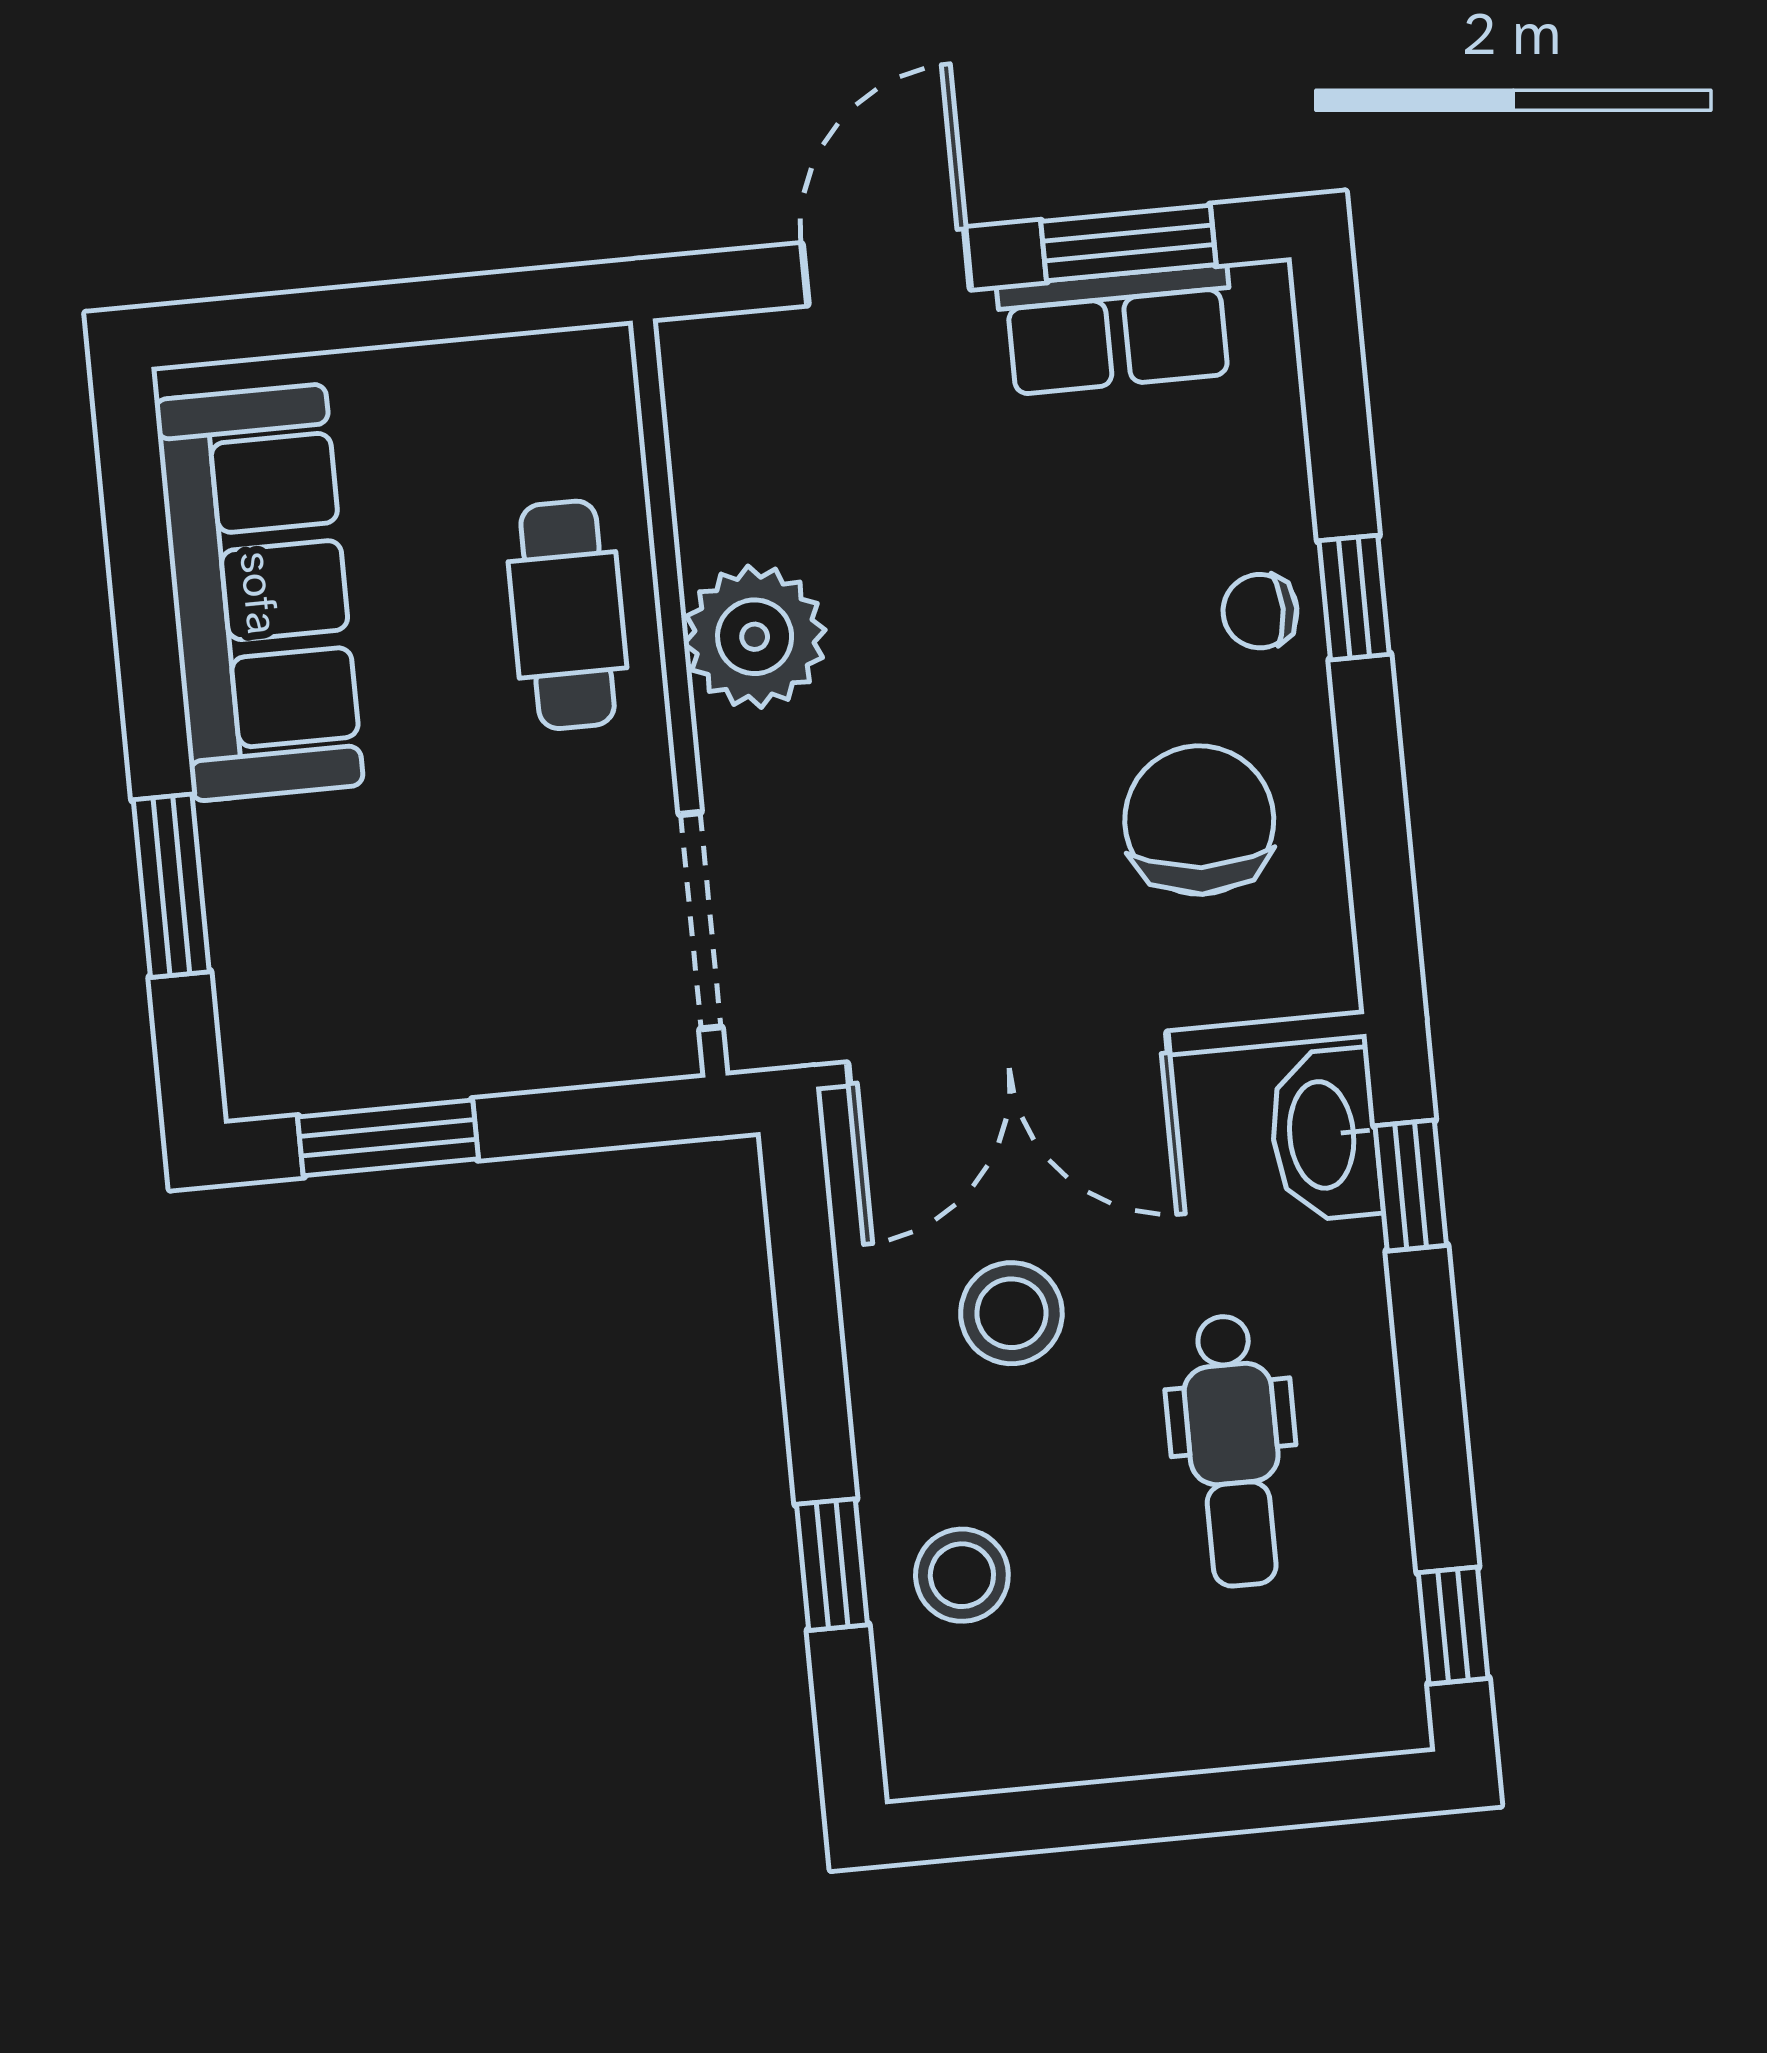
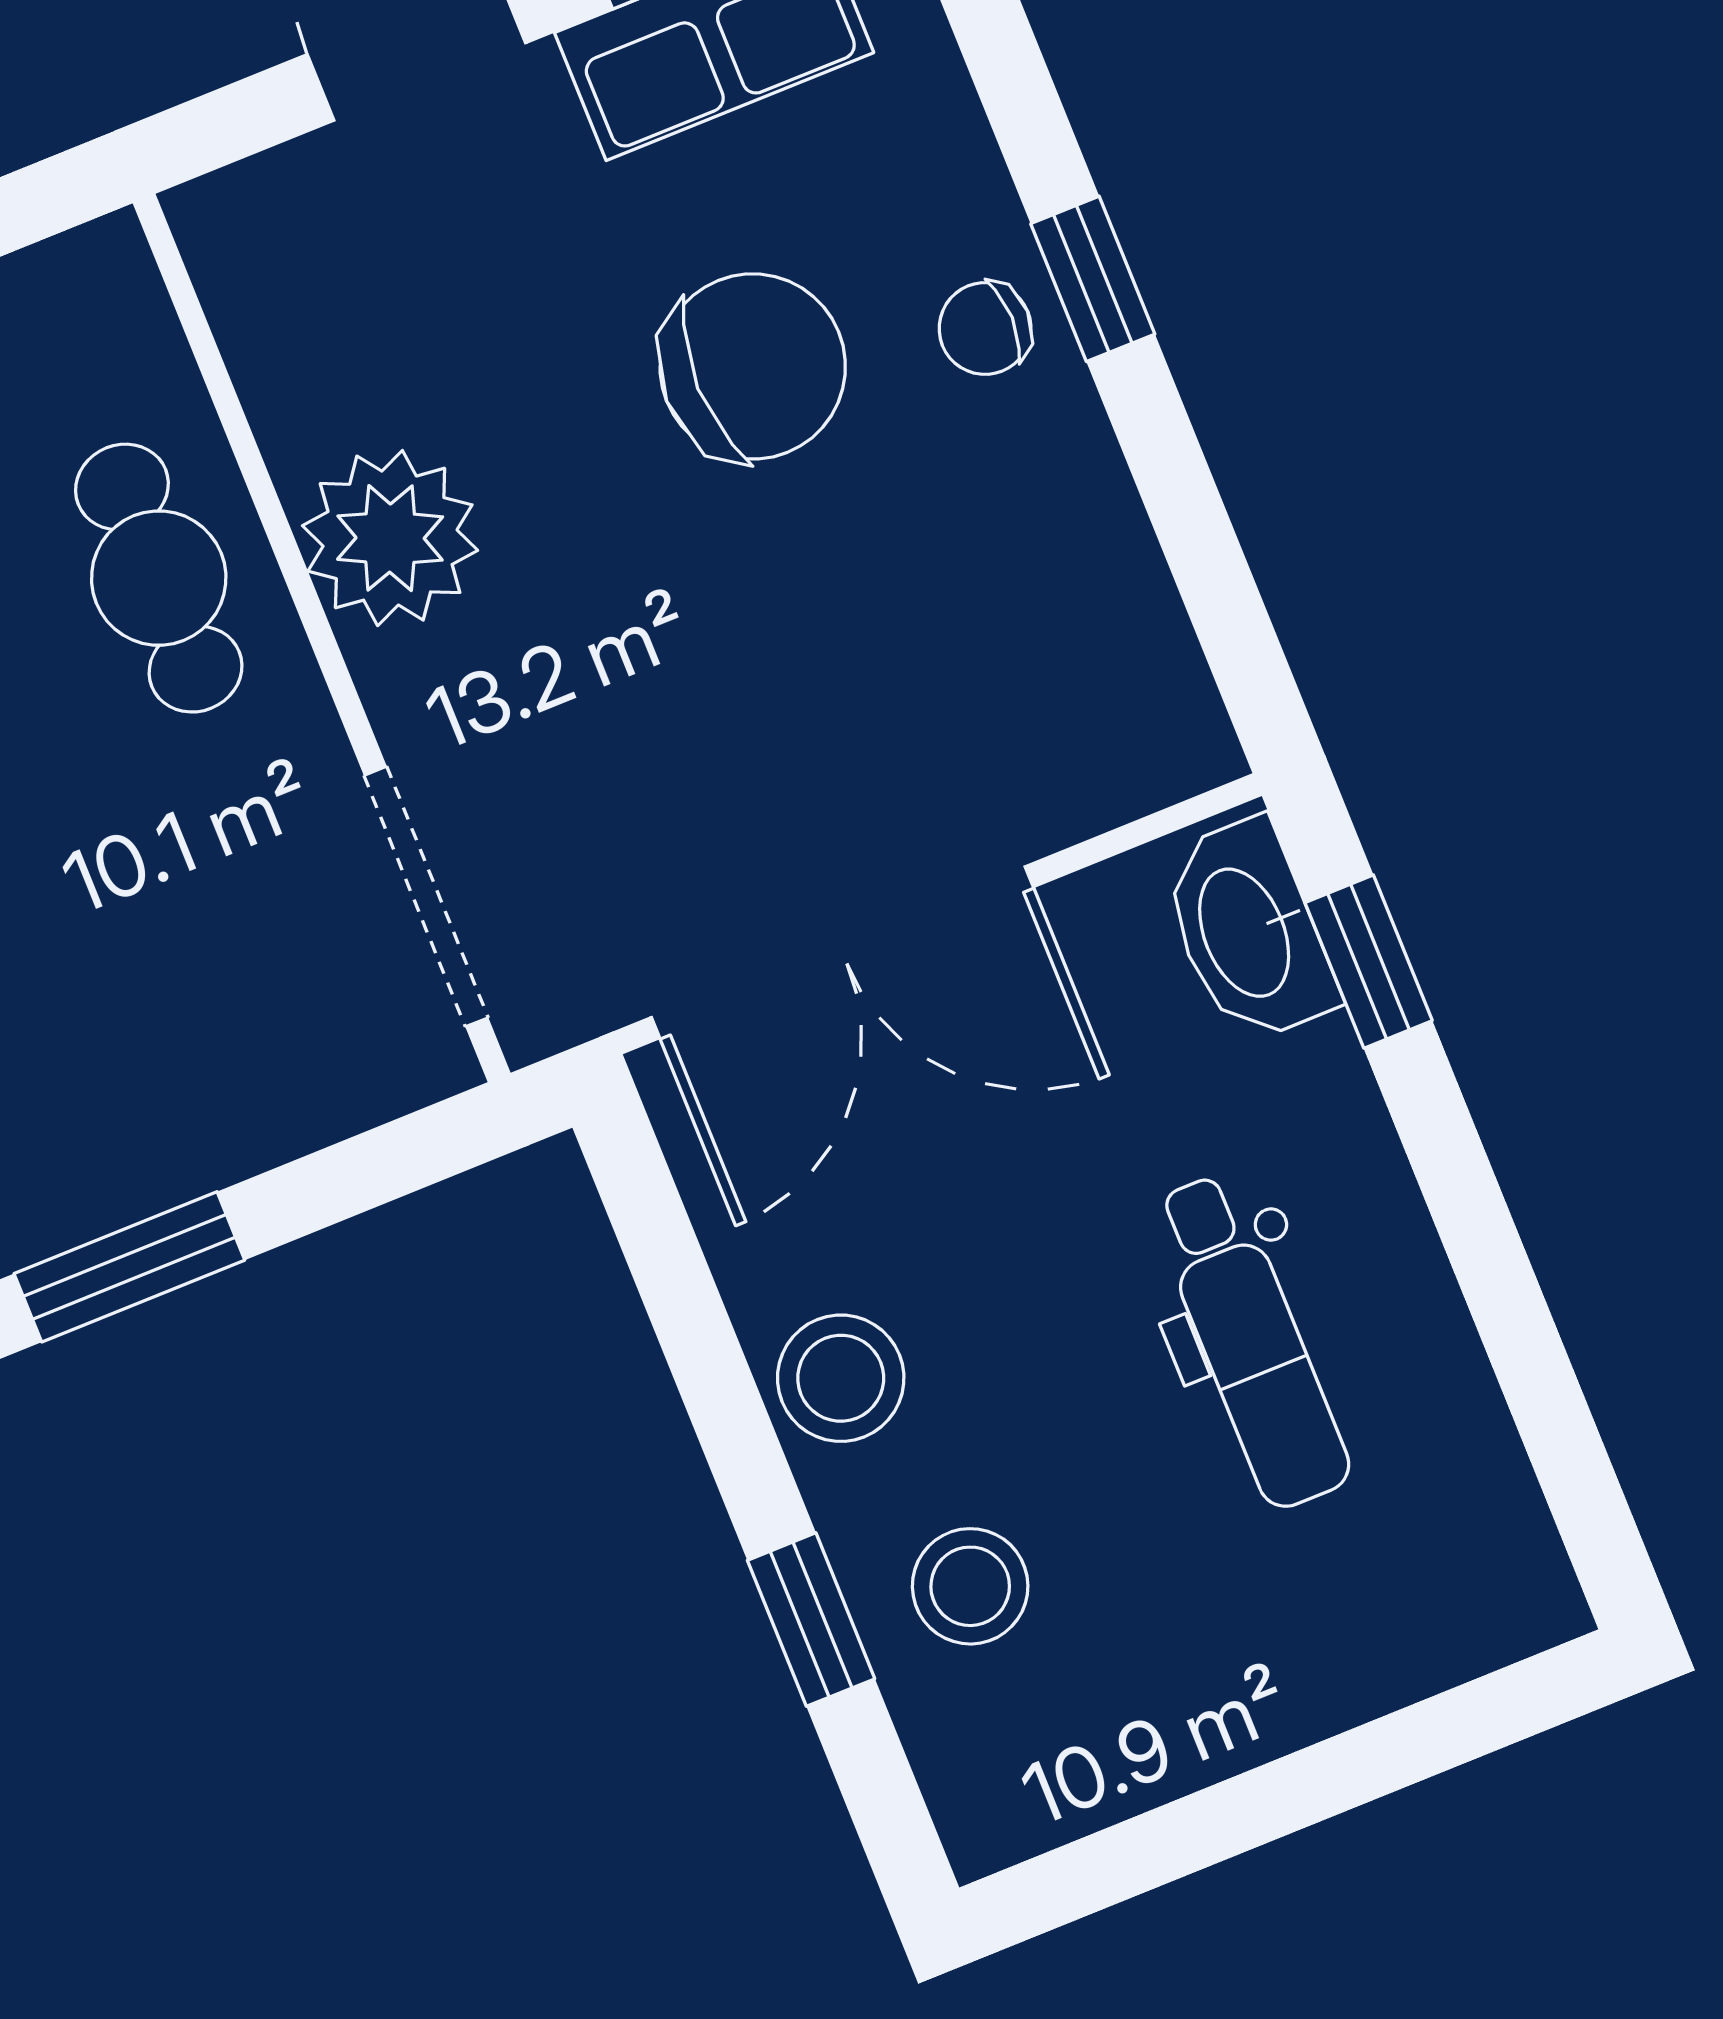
chair: (1199, 820) -> (753, 366), moved, turned 87
stool: (1011, 1313) -> (841, 1378), moved
window: (1453, 1625) -> (1575, 1472), removed

